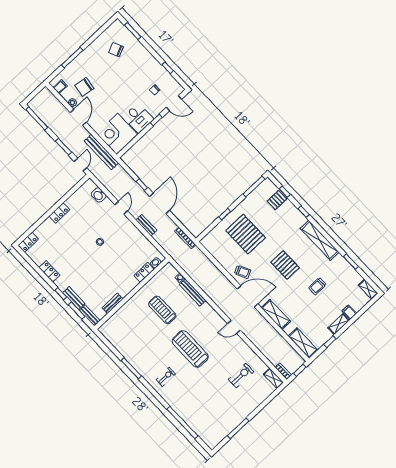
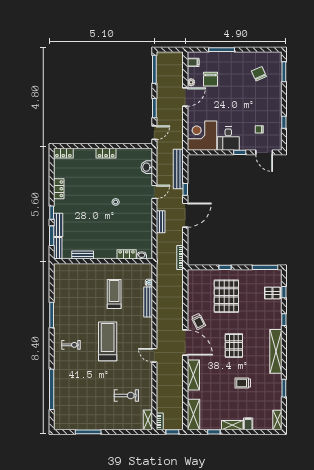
chair: (84, 87) -> (210, 79), turned -99
bench: (101, 152) -> (178, 169), moved

